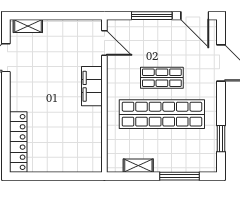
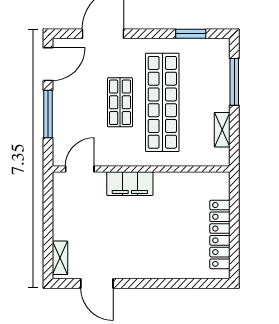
locker: (18, 142) -> (220, 234), moved, turned -90

